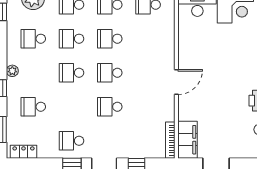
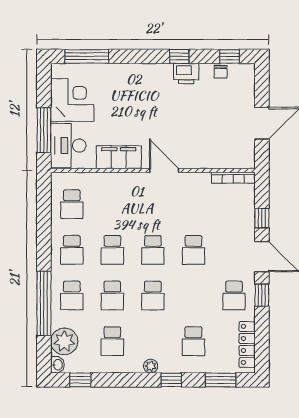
filing cabinet: (188, 140) -> (119, 157), moved
locker: (24, 152) -> (247, 344), width x1.53

